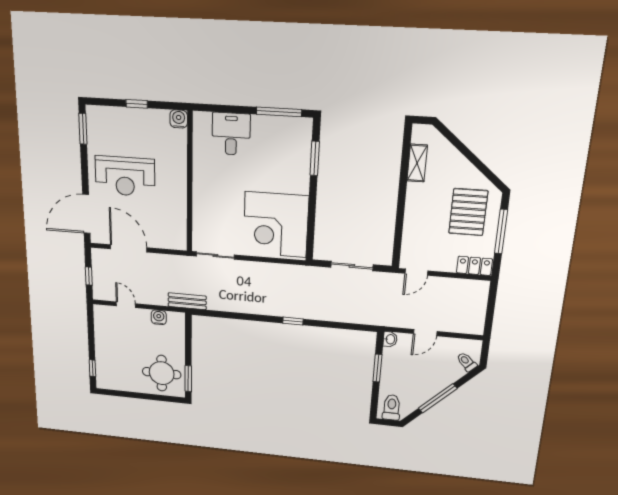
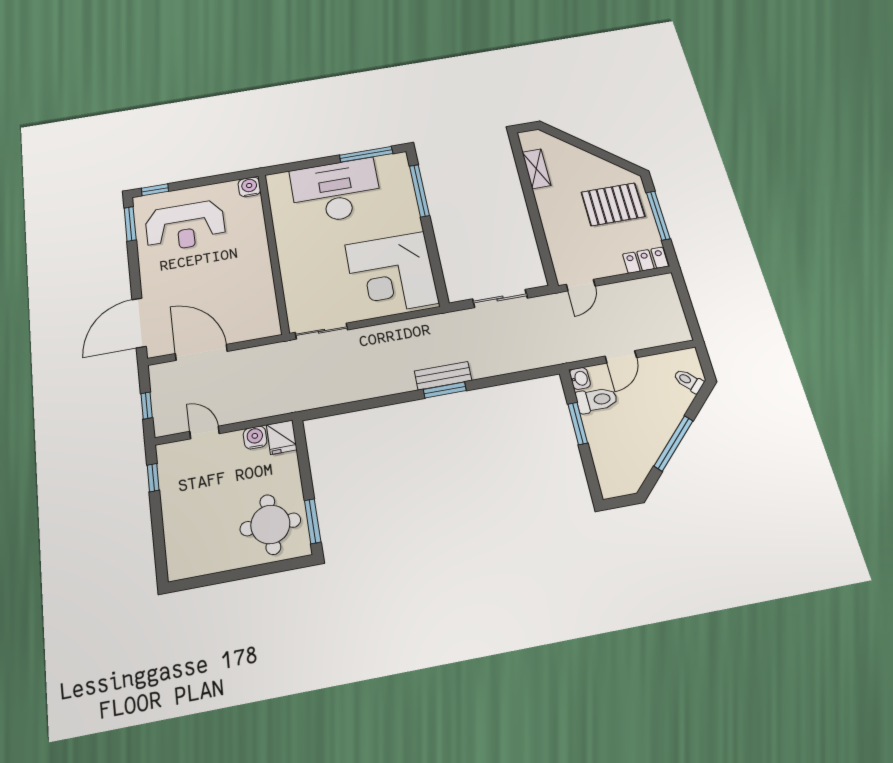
window: (137, 104) -> (155, 190), moved
desk: (231, 134) -> (336, 191), width x1.87, depth x1.30
window: (315, 158) -> (419, 191), width x1.44
reception desk: (125, 176) -> (185, 226), moved
pallet: (468, 212) -> (613, 204), turned 90
bench: (187, 301) -> (443, 376), moved
window: (293, 321) -> (445, 390), width x1.50
fridge: (176, 322) -> (282, 437), added
window: (92, 368) -> (153, 478), moved
toilet: (392, 407) -> (597, 400), moved, turned 90

